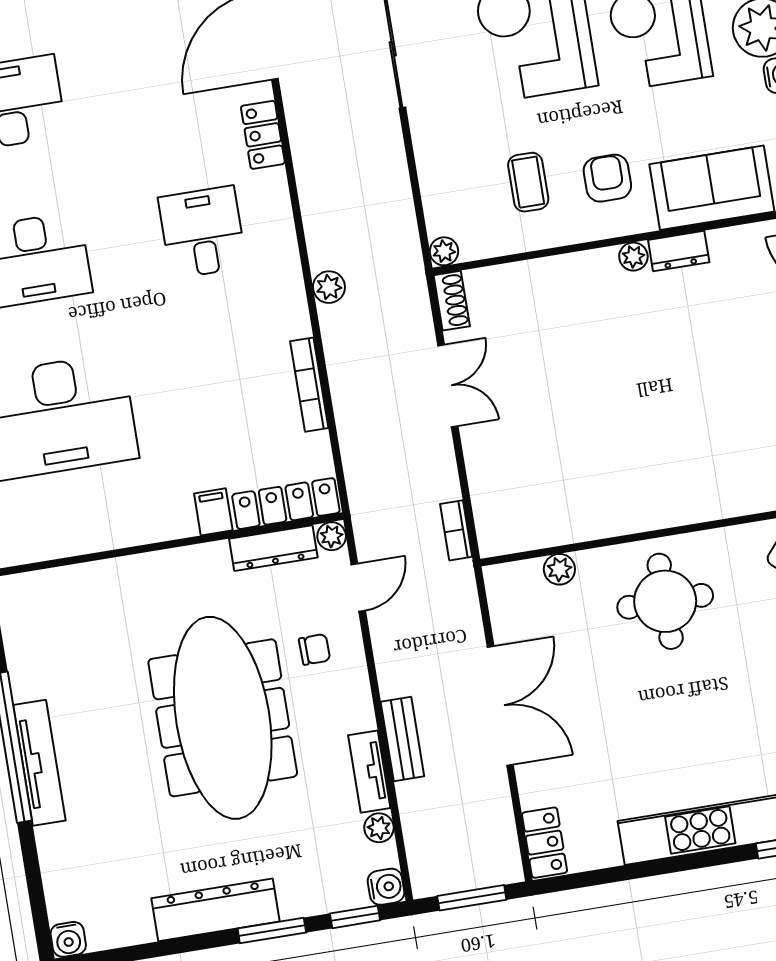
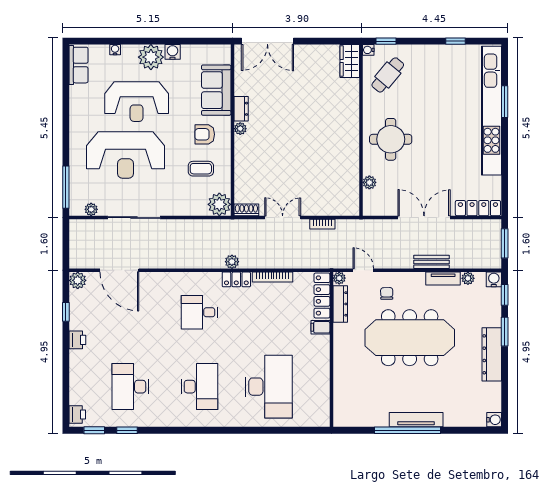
locker: (263, 135) -> (236, 279), moved
plant: (444, 251) -> (219, 204), width x1.87, depth x1.87
bookcase: (456, 530) -> (322, 224), moved
locker: (545, 843) -> (478, 208), width x1.53

